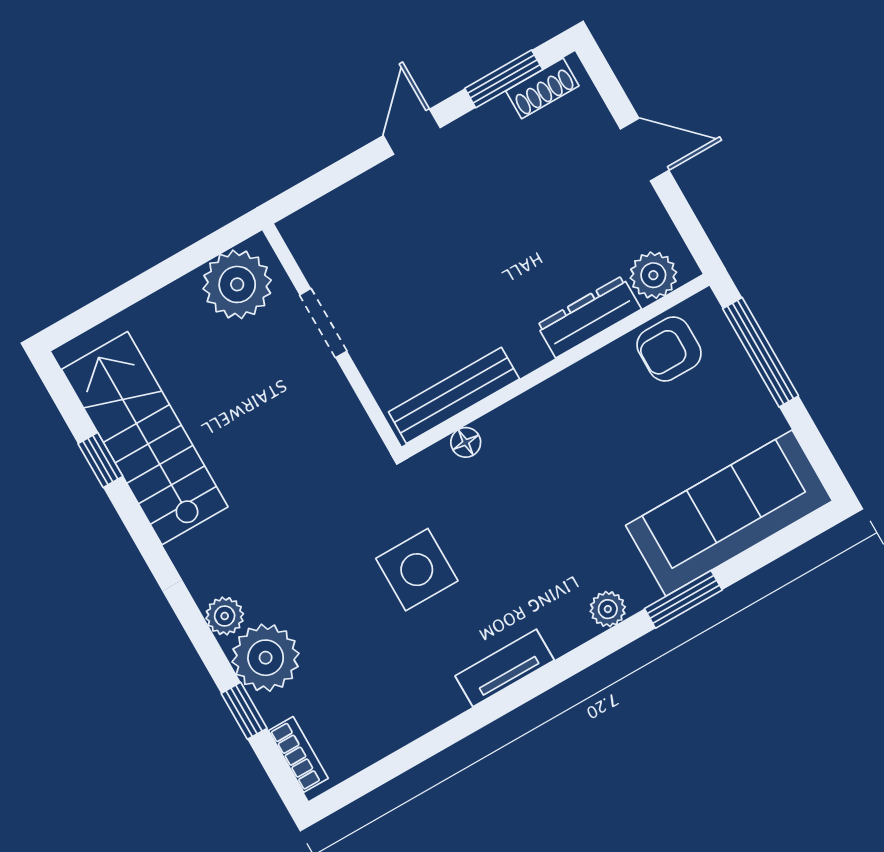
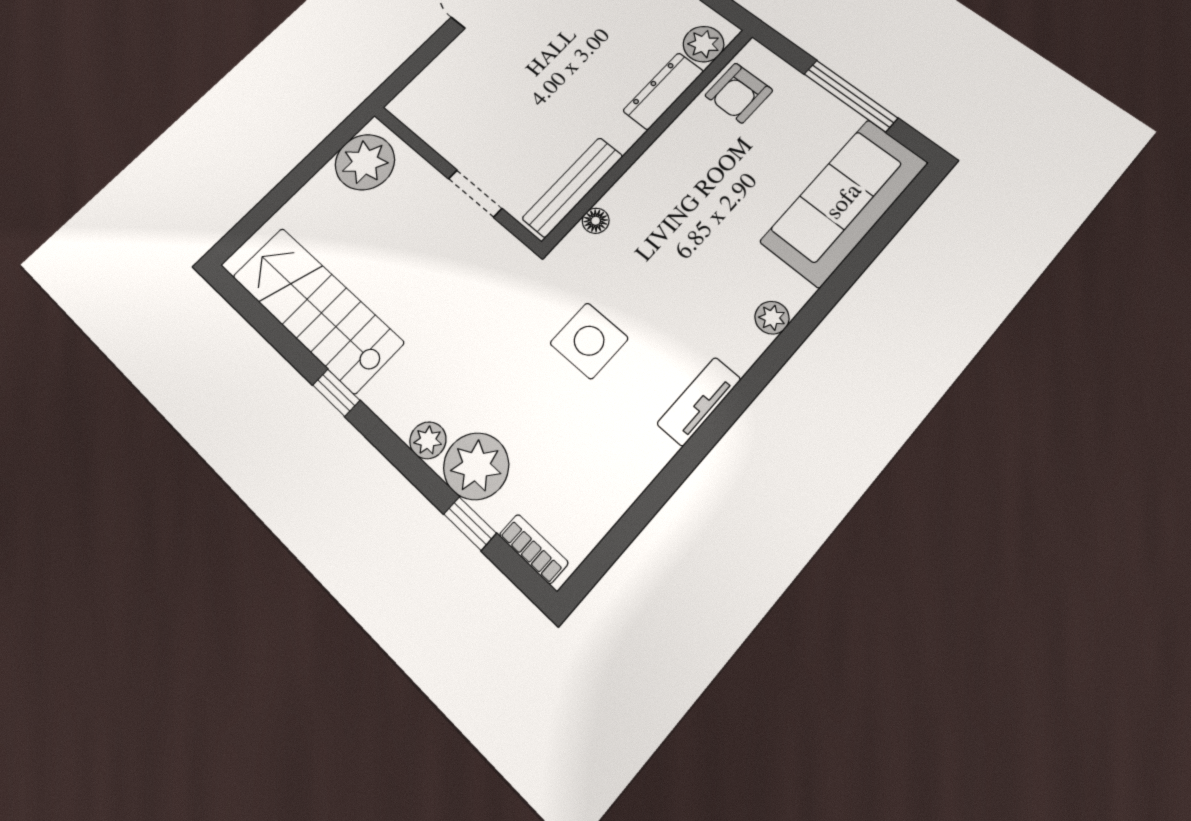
doorway: (323, 323) -> (475, 194), moved
window: (761, 352) -> (851, 96), moved
window: (100, 460) -> (336, 393), moved
window: (683, 599) -> (836, 287), removed

